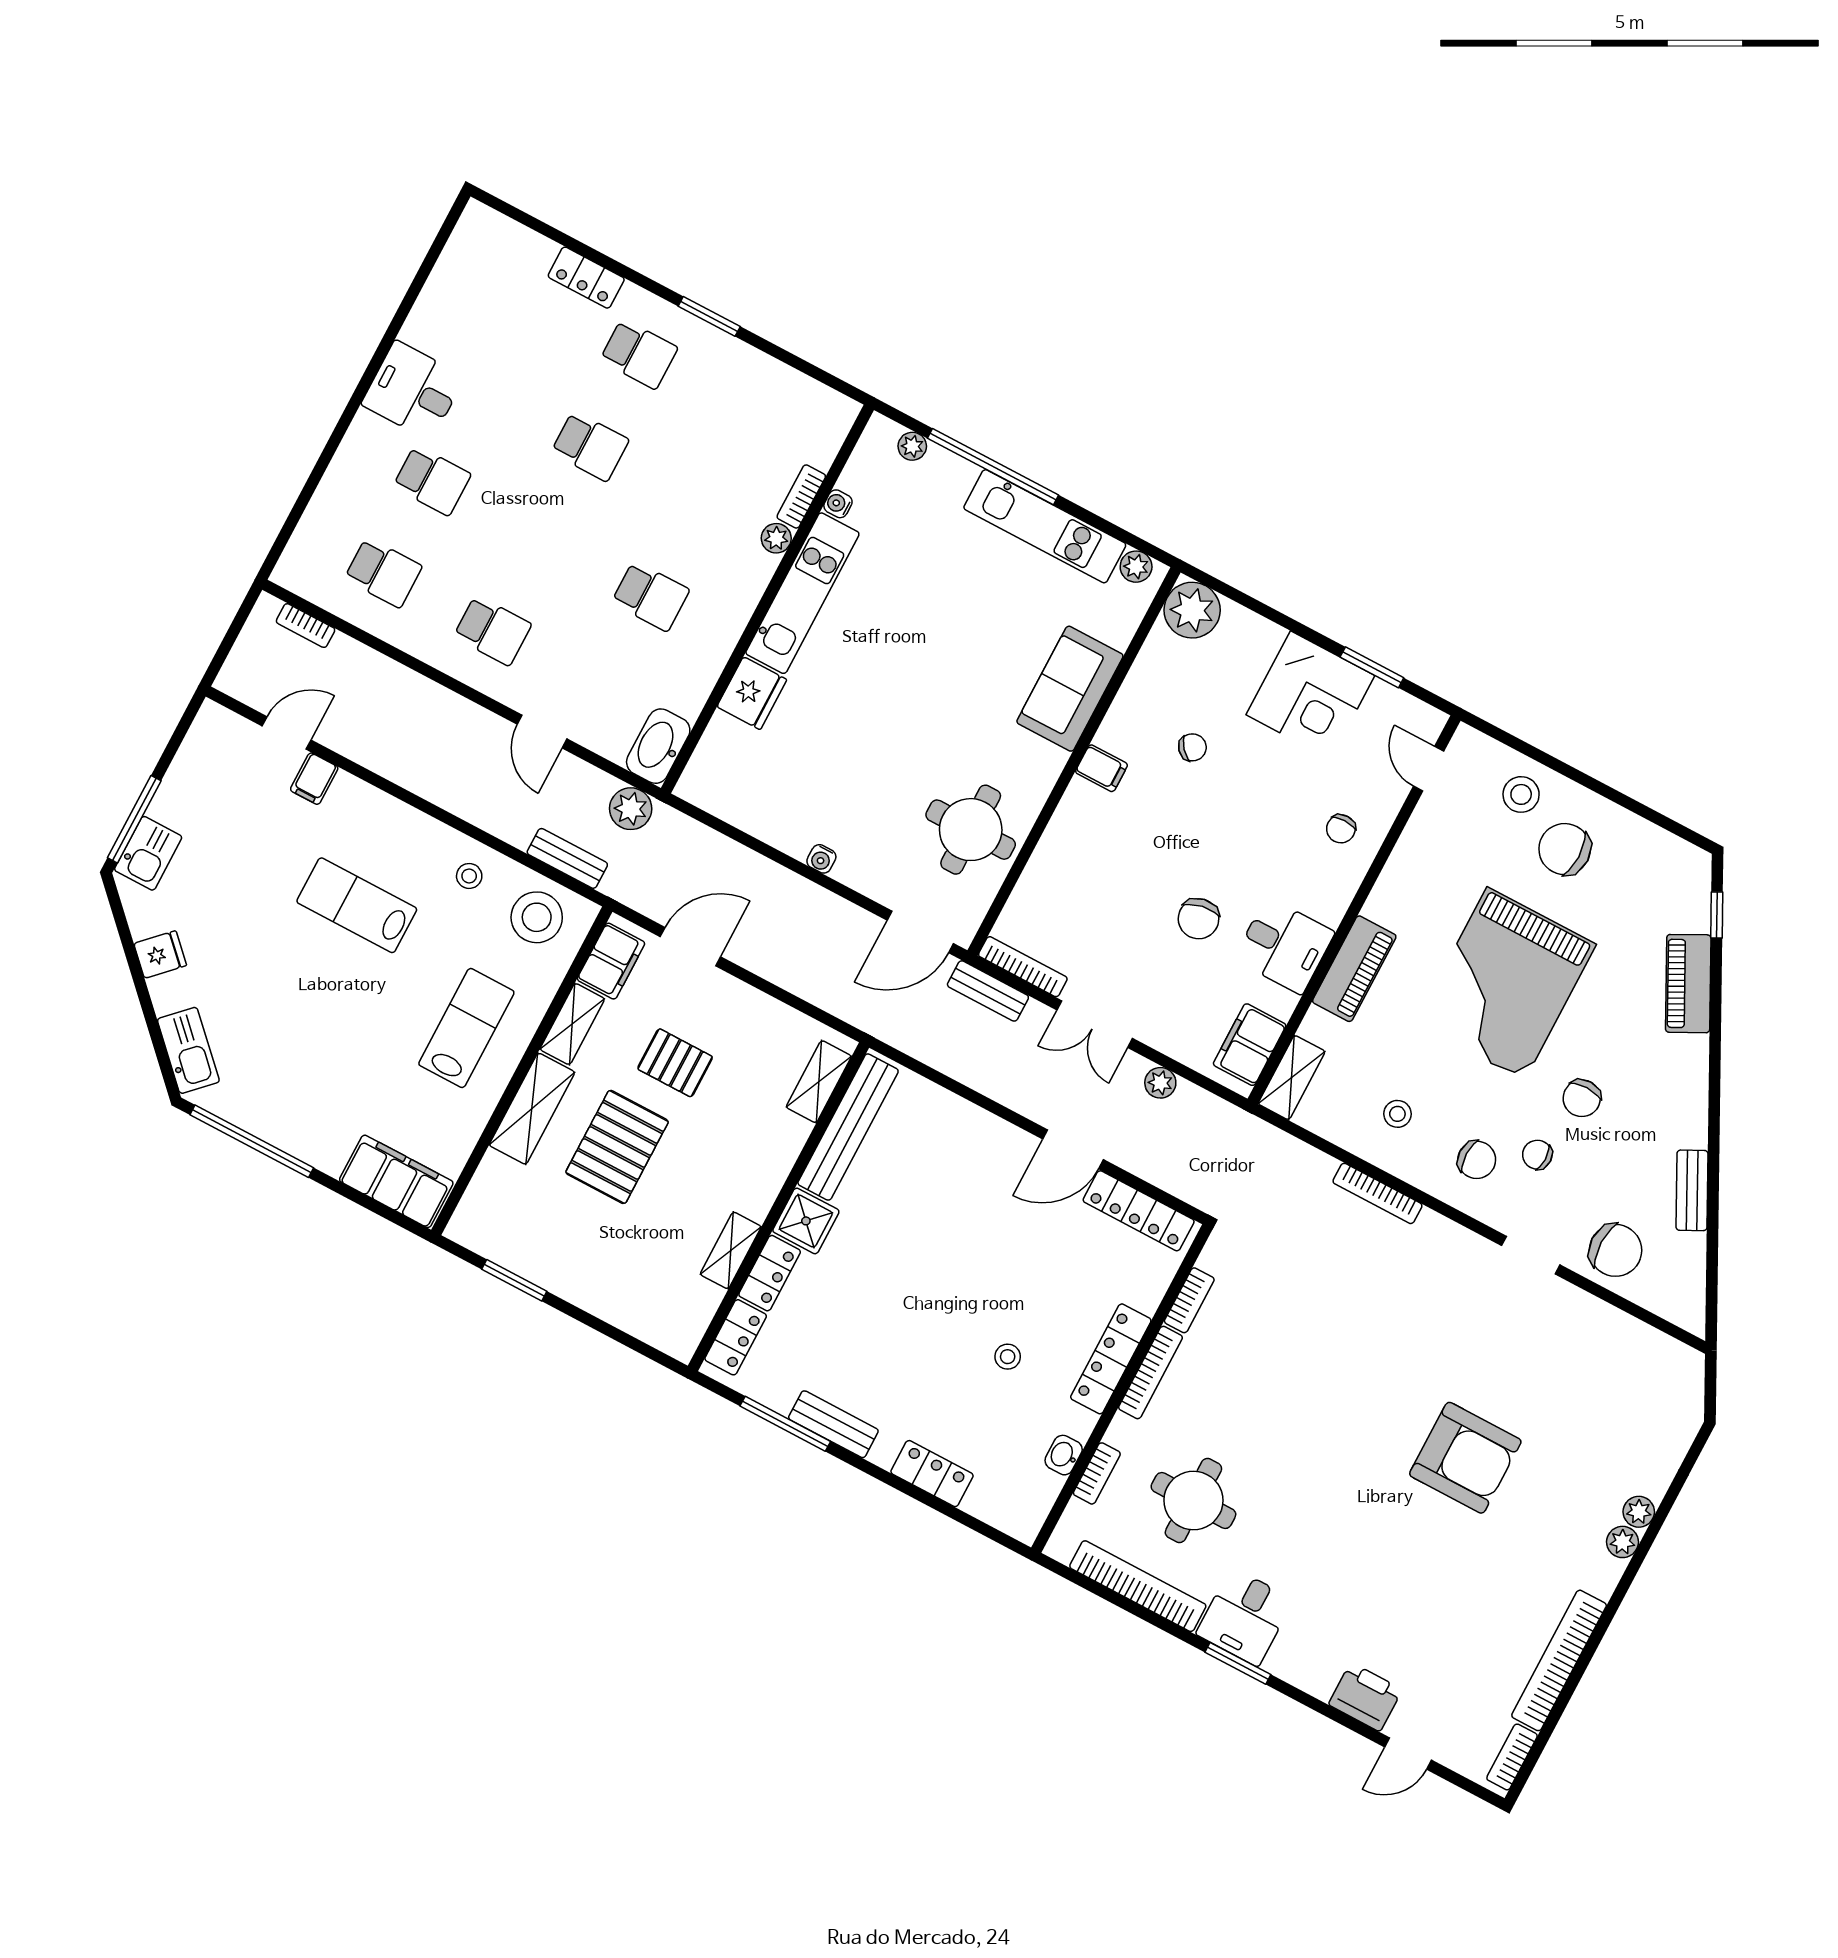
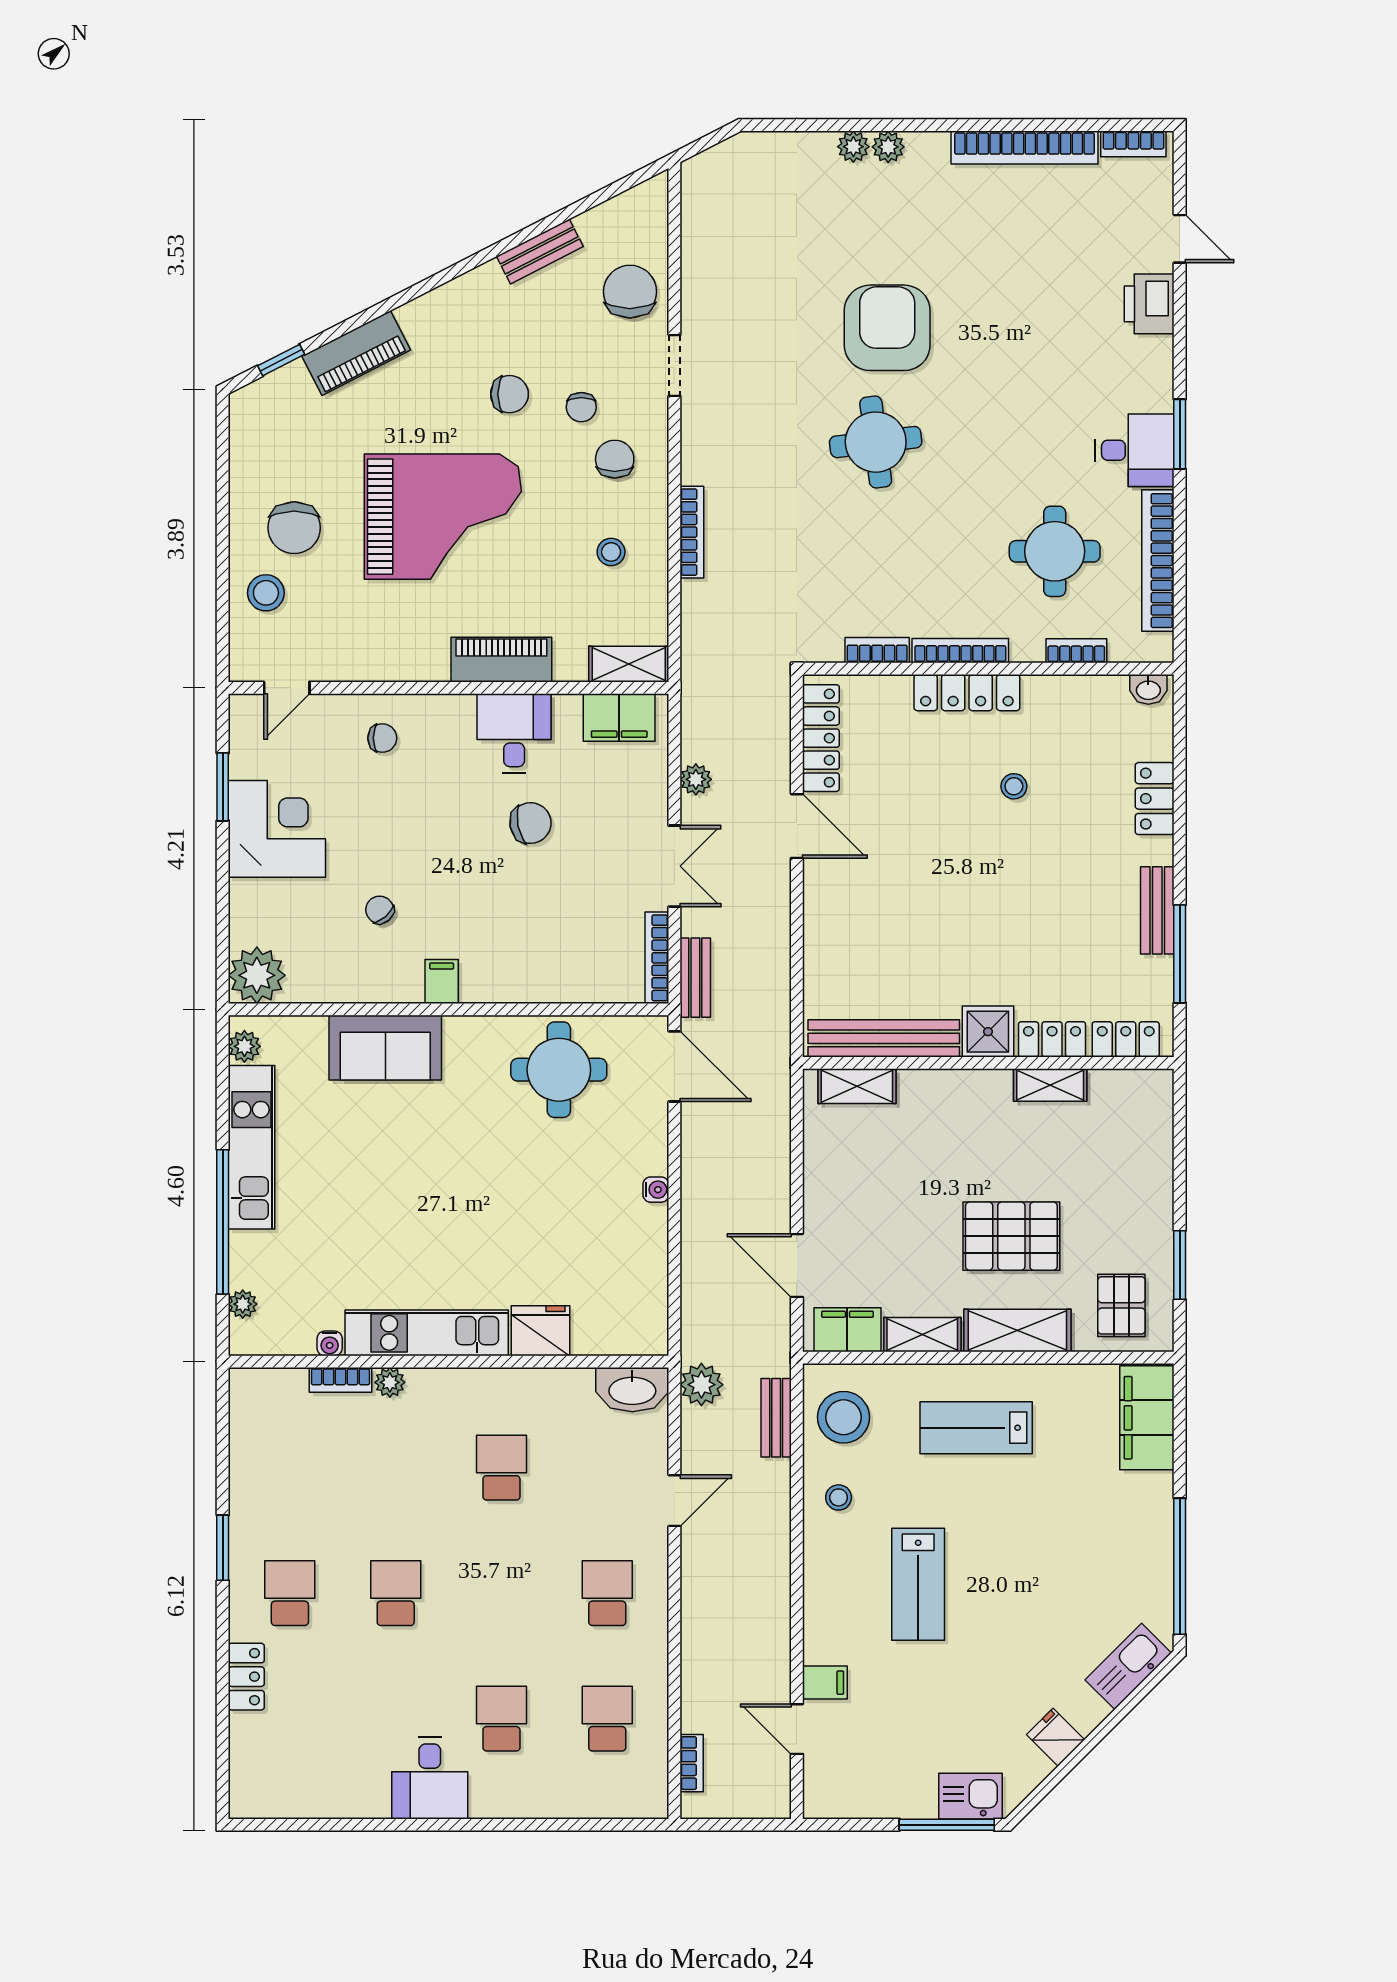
pallet: (675, 1063) -> (1121, 1305), moved
round table: (1371, 1395) -> (876, 442), added
washbasin: (1064, 1455) -> (1148, 689), moved

